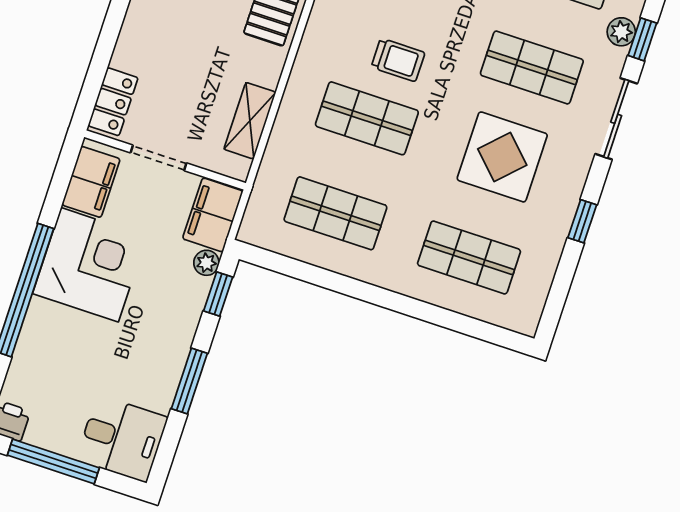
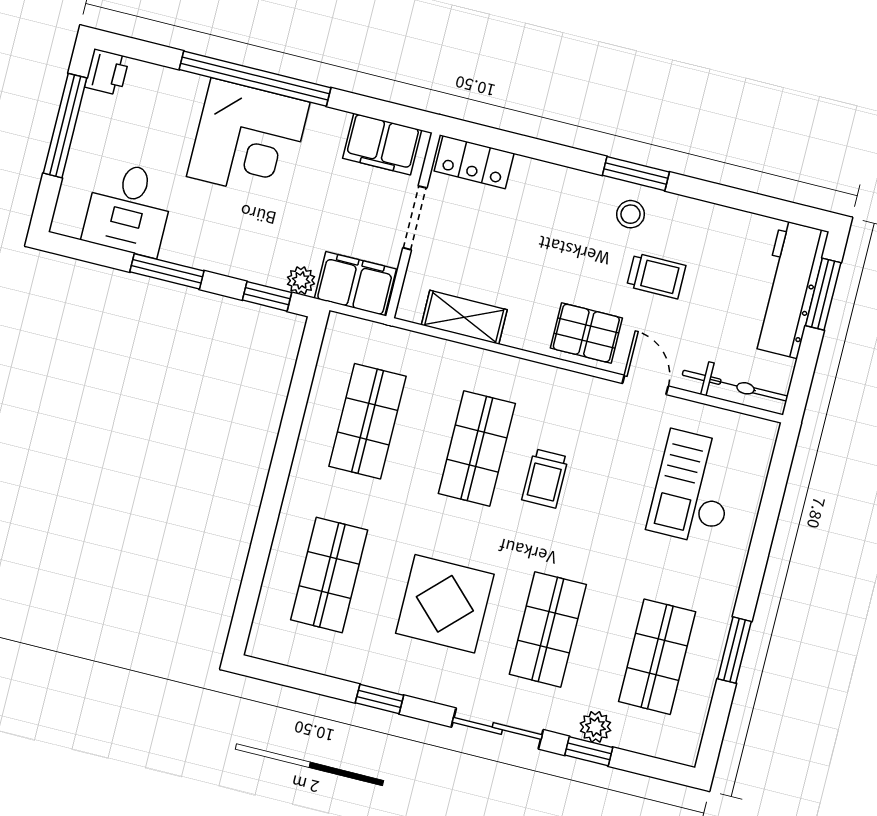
corner desk: (90, 265) -> (248, 139), moved
desk: (122, 439) -> (129, 208), moved

